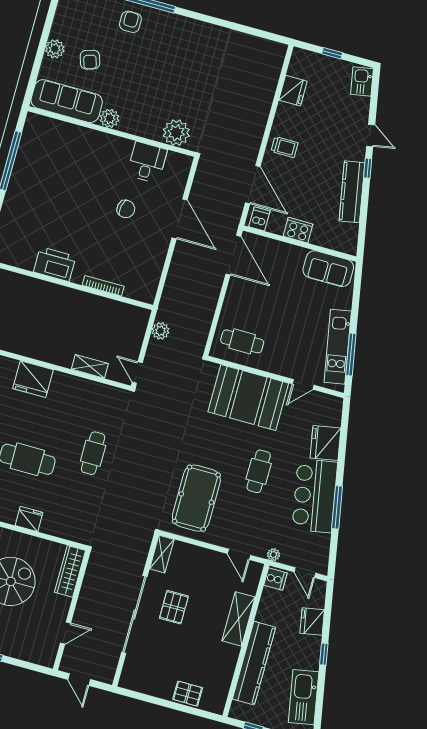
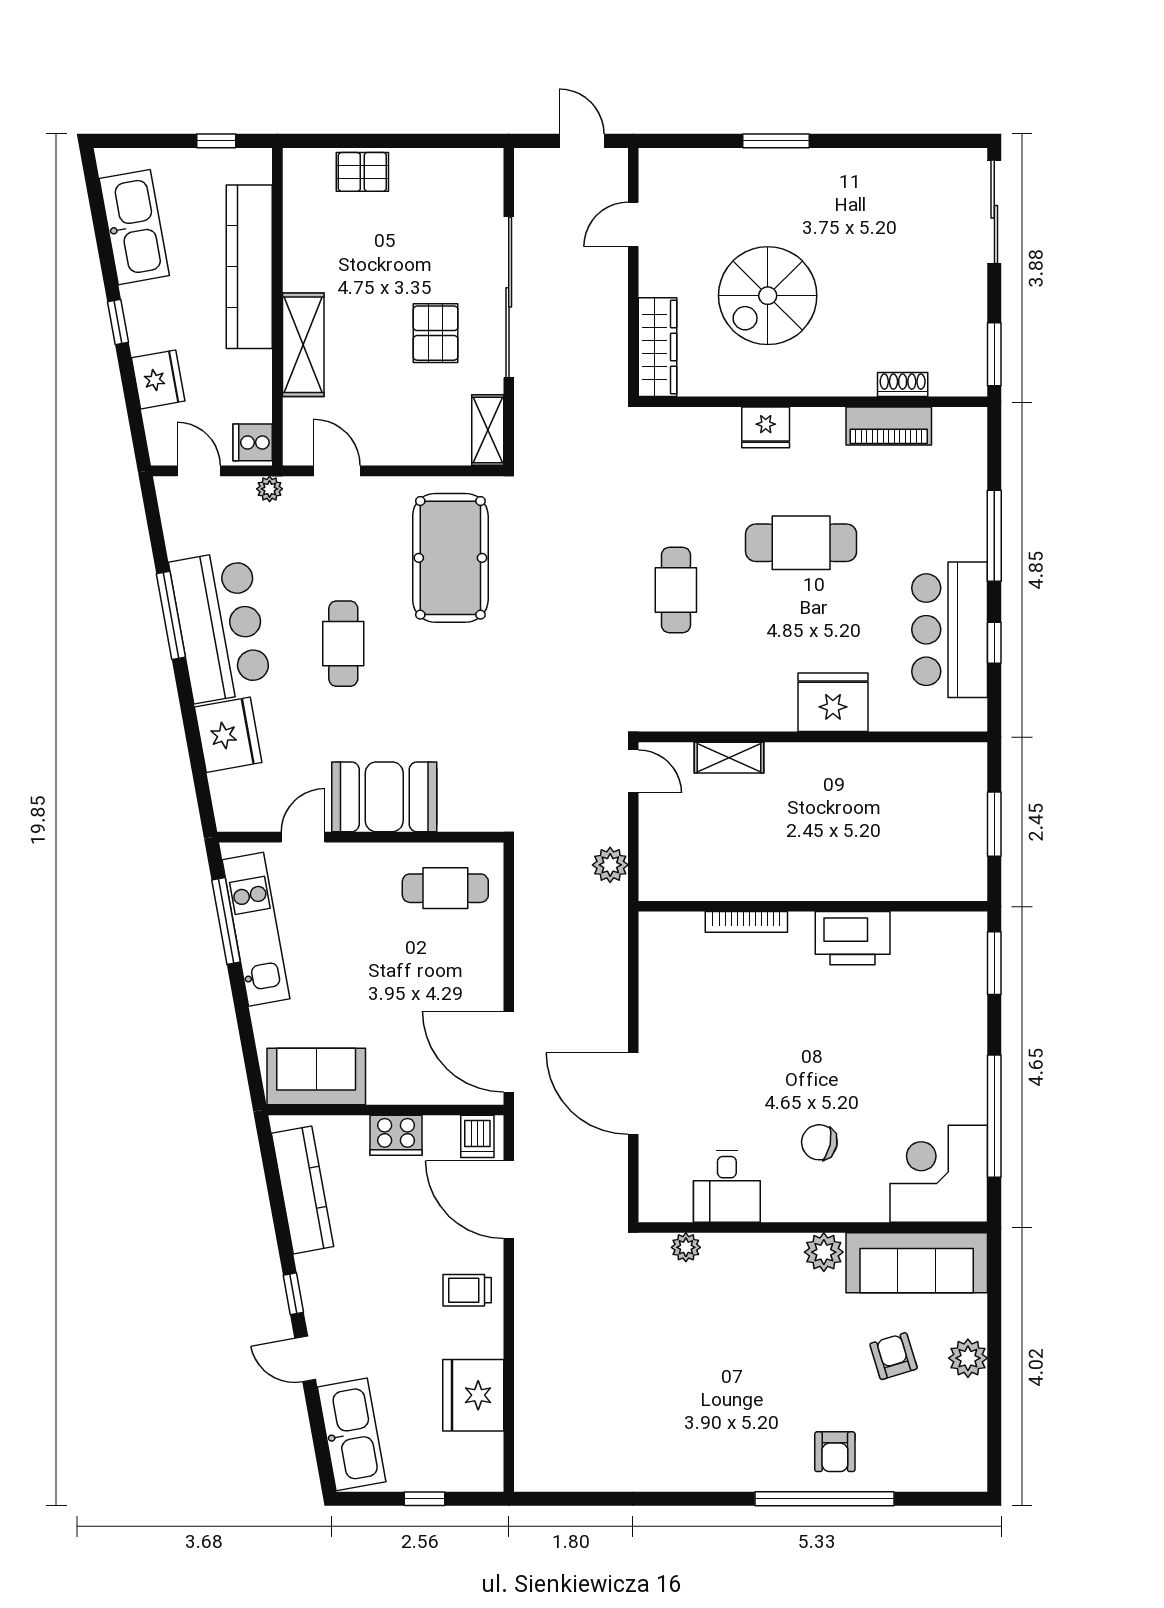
kitchen sink: (362, 82) -> (352, 1434), width x1.88, depth x1.24
fridge: (293, 91) -> (473, 1395), width x1.36, depth x1.34
plant: (176, 133) -> (686, 1247), width x0.53, depth x0.53
corner desk: (45, 141) -> (939, 1174), added
kitchen counter: (352, 192) -> (302, 1190), moved
chair: (126, 209) -> (819, 1142), moved
booth: (248, 398) -> (384, 797), width x0.73, depth x0.70

